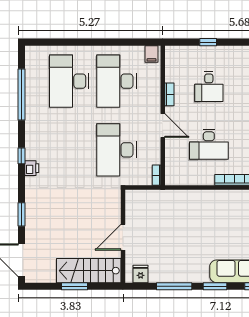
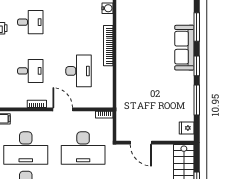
door: (163, 125) -> (63, 109), hinge flipped
door: (123, 237) -> (141, 143), moved

